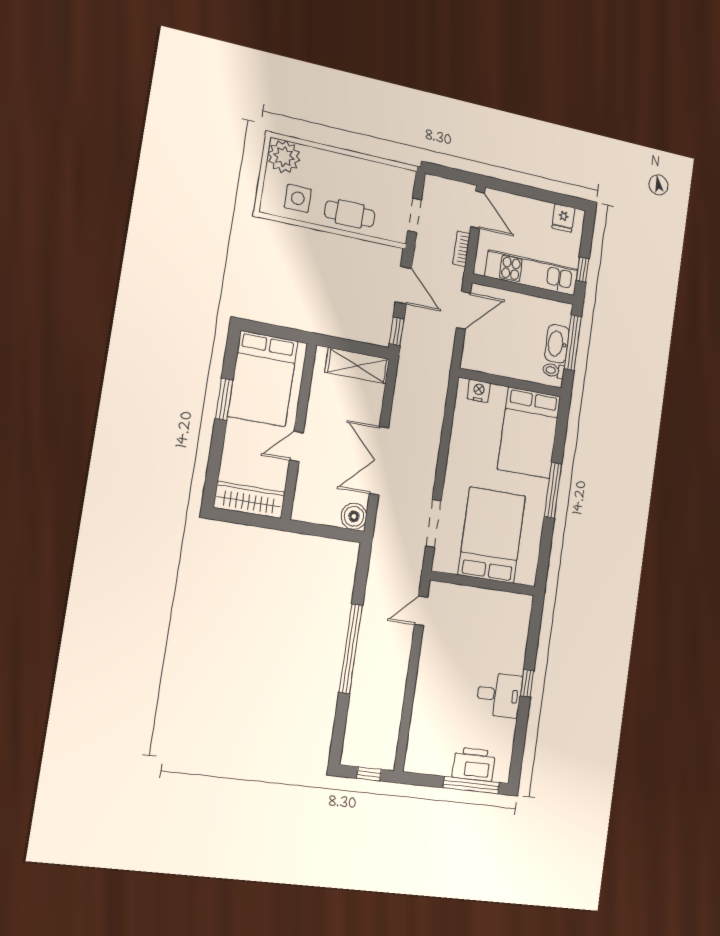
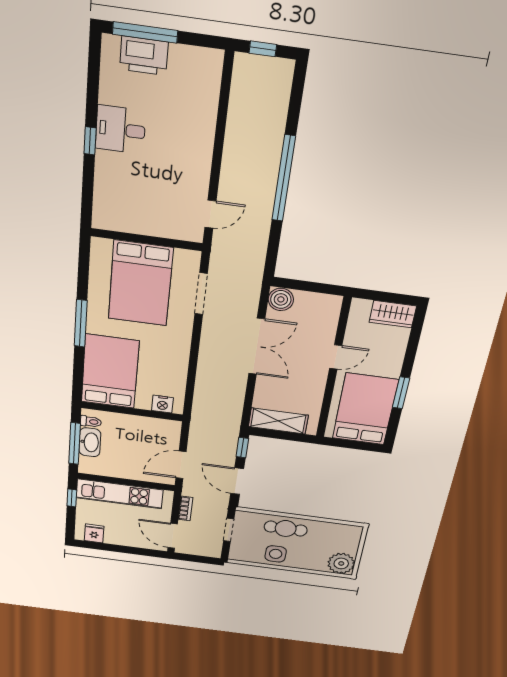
side table: (298, 198) -> (276, 554), moved
wardrobe: (249, 500) -> (393, 314), width x0.67

